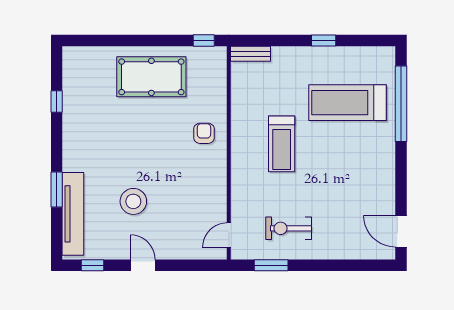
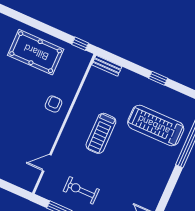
door: (229, 235) -> (47, 163), moved

